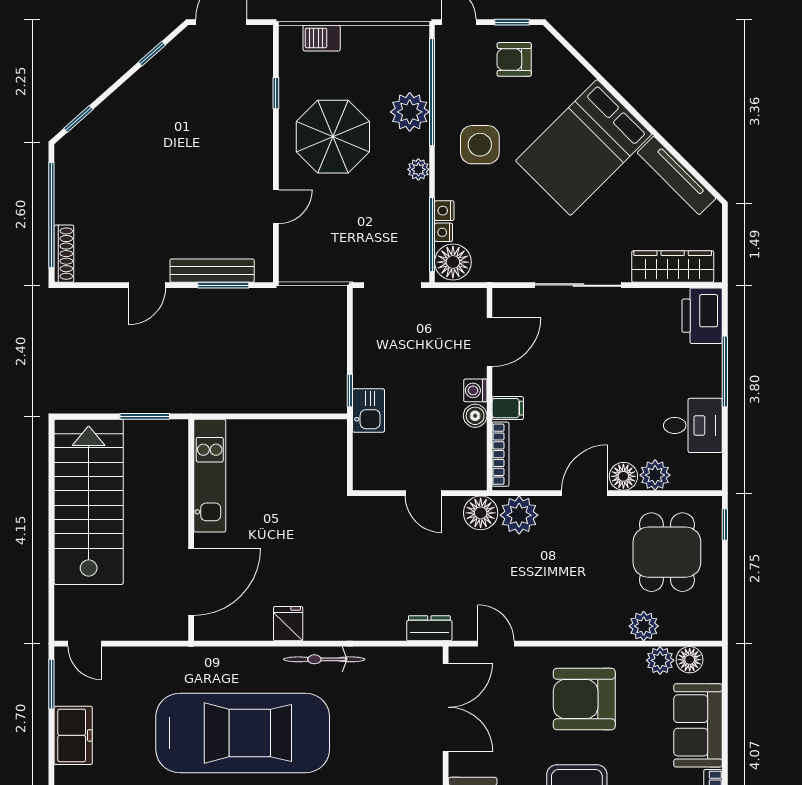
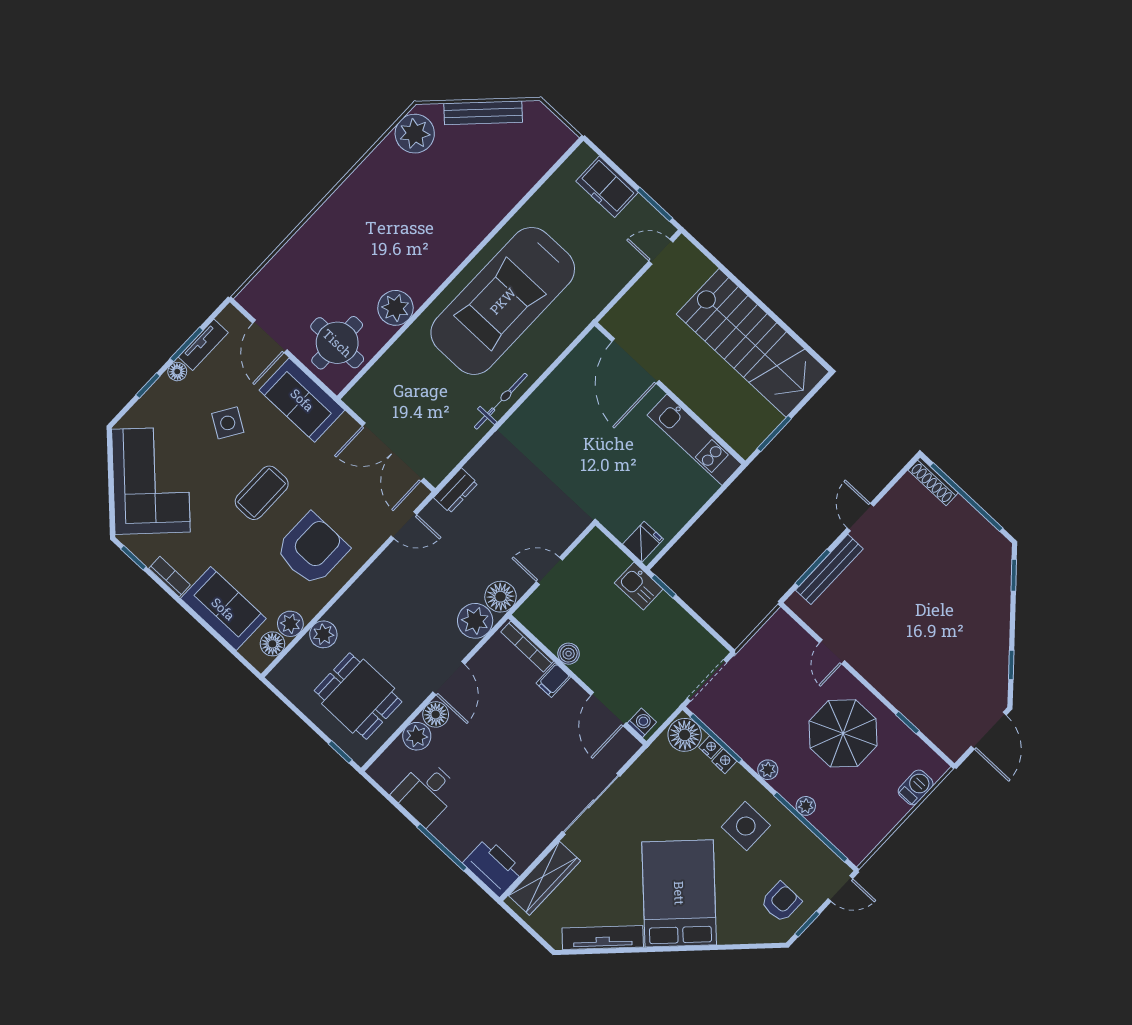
plant: (410, 112) -> (806, 806), width x0.53, depth x0.53
washing machine: (475, 390) -> (642, 723), moved
fridge: (288, 624) -> (643, 542), moved, turned -90

